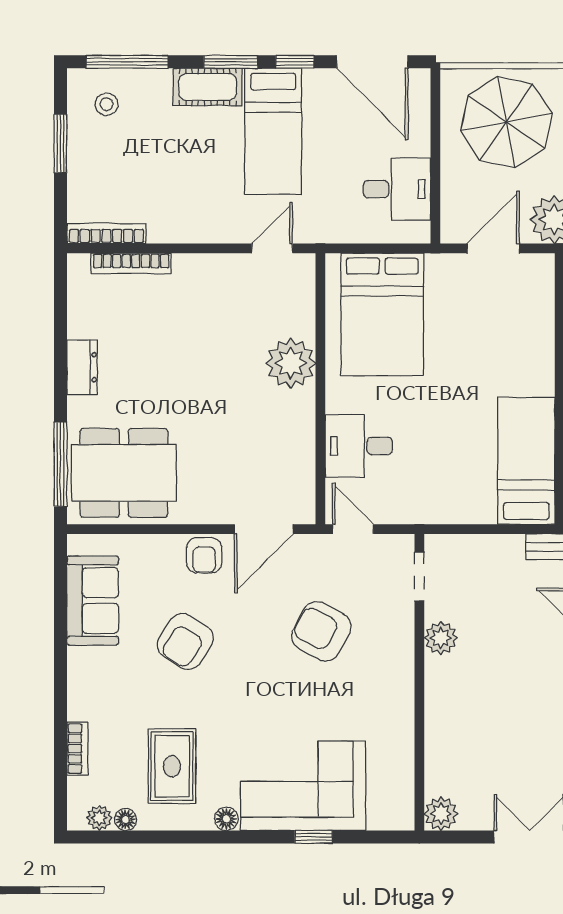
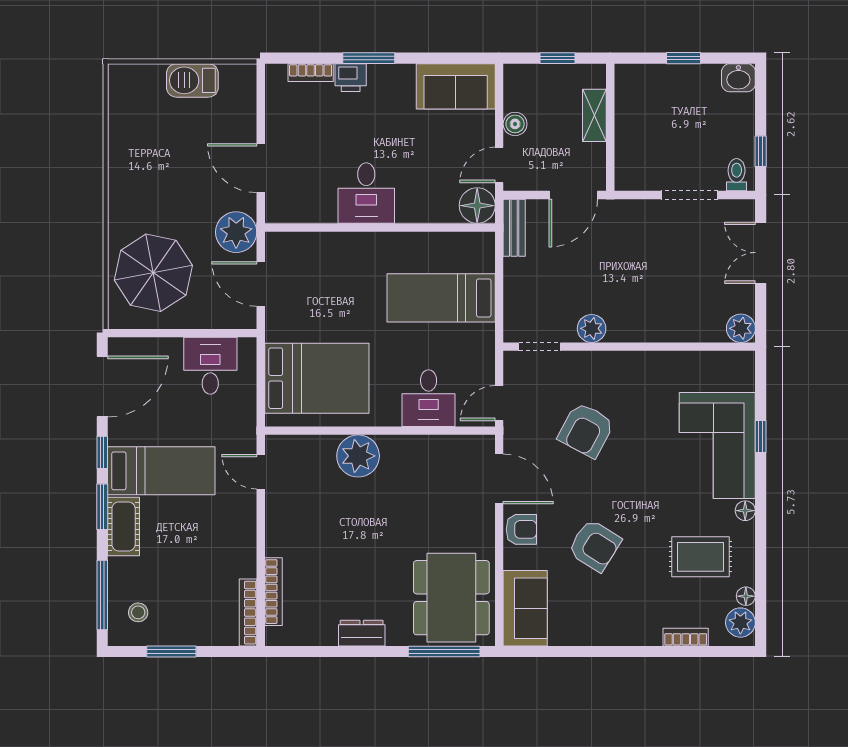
bed: (526, 461) -> (441, 298), moved
sofa: (93, 600) -> (525, 608), moved, turned 90
plant: (99, 818) -> (740, 623), width x1.38, depth x1.38

